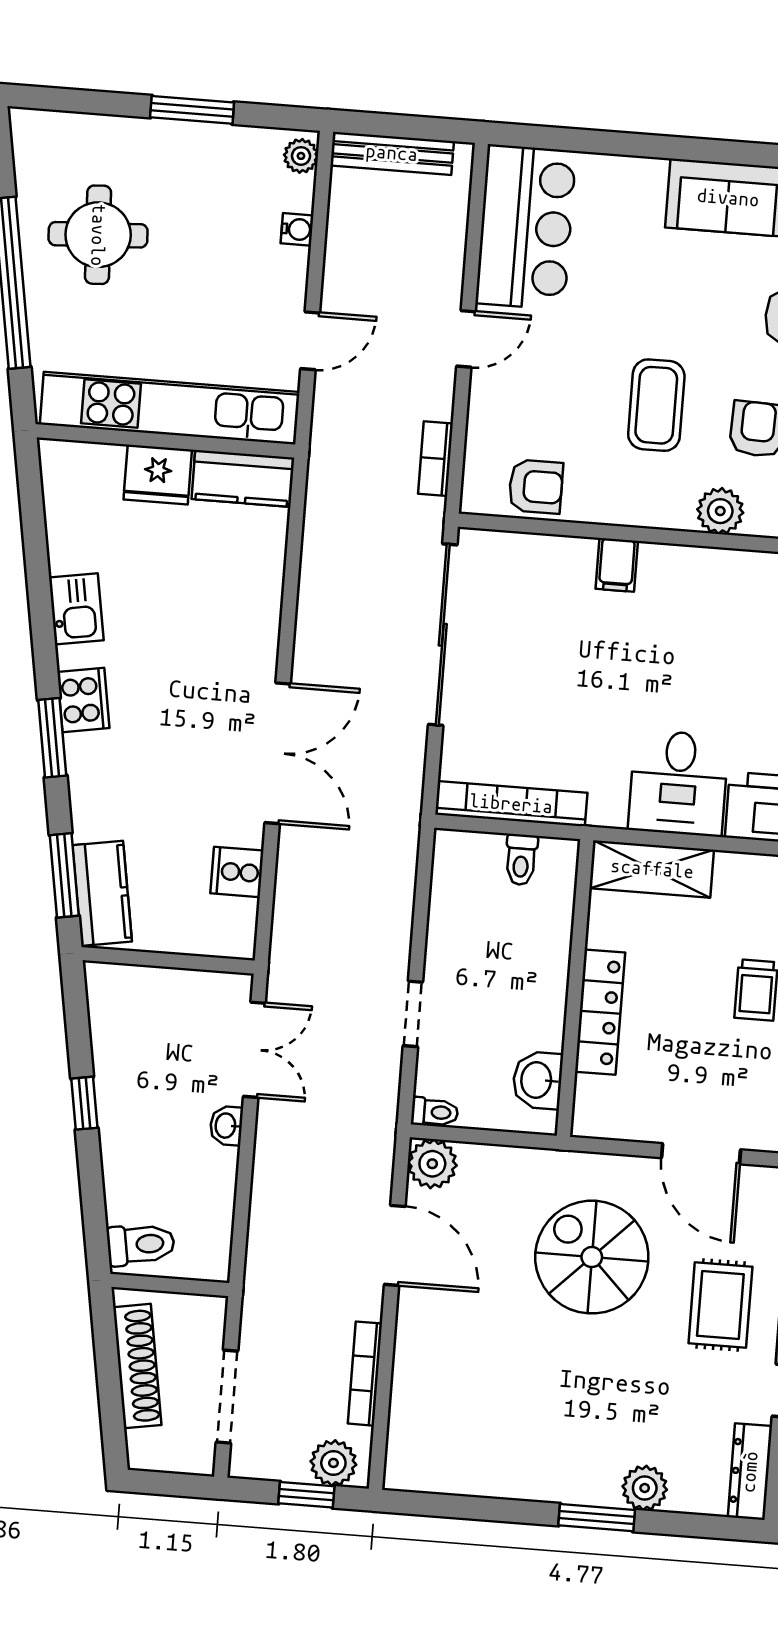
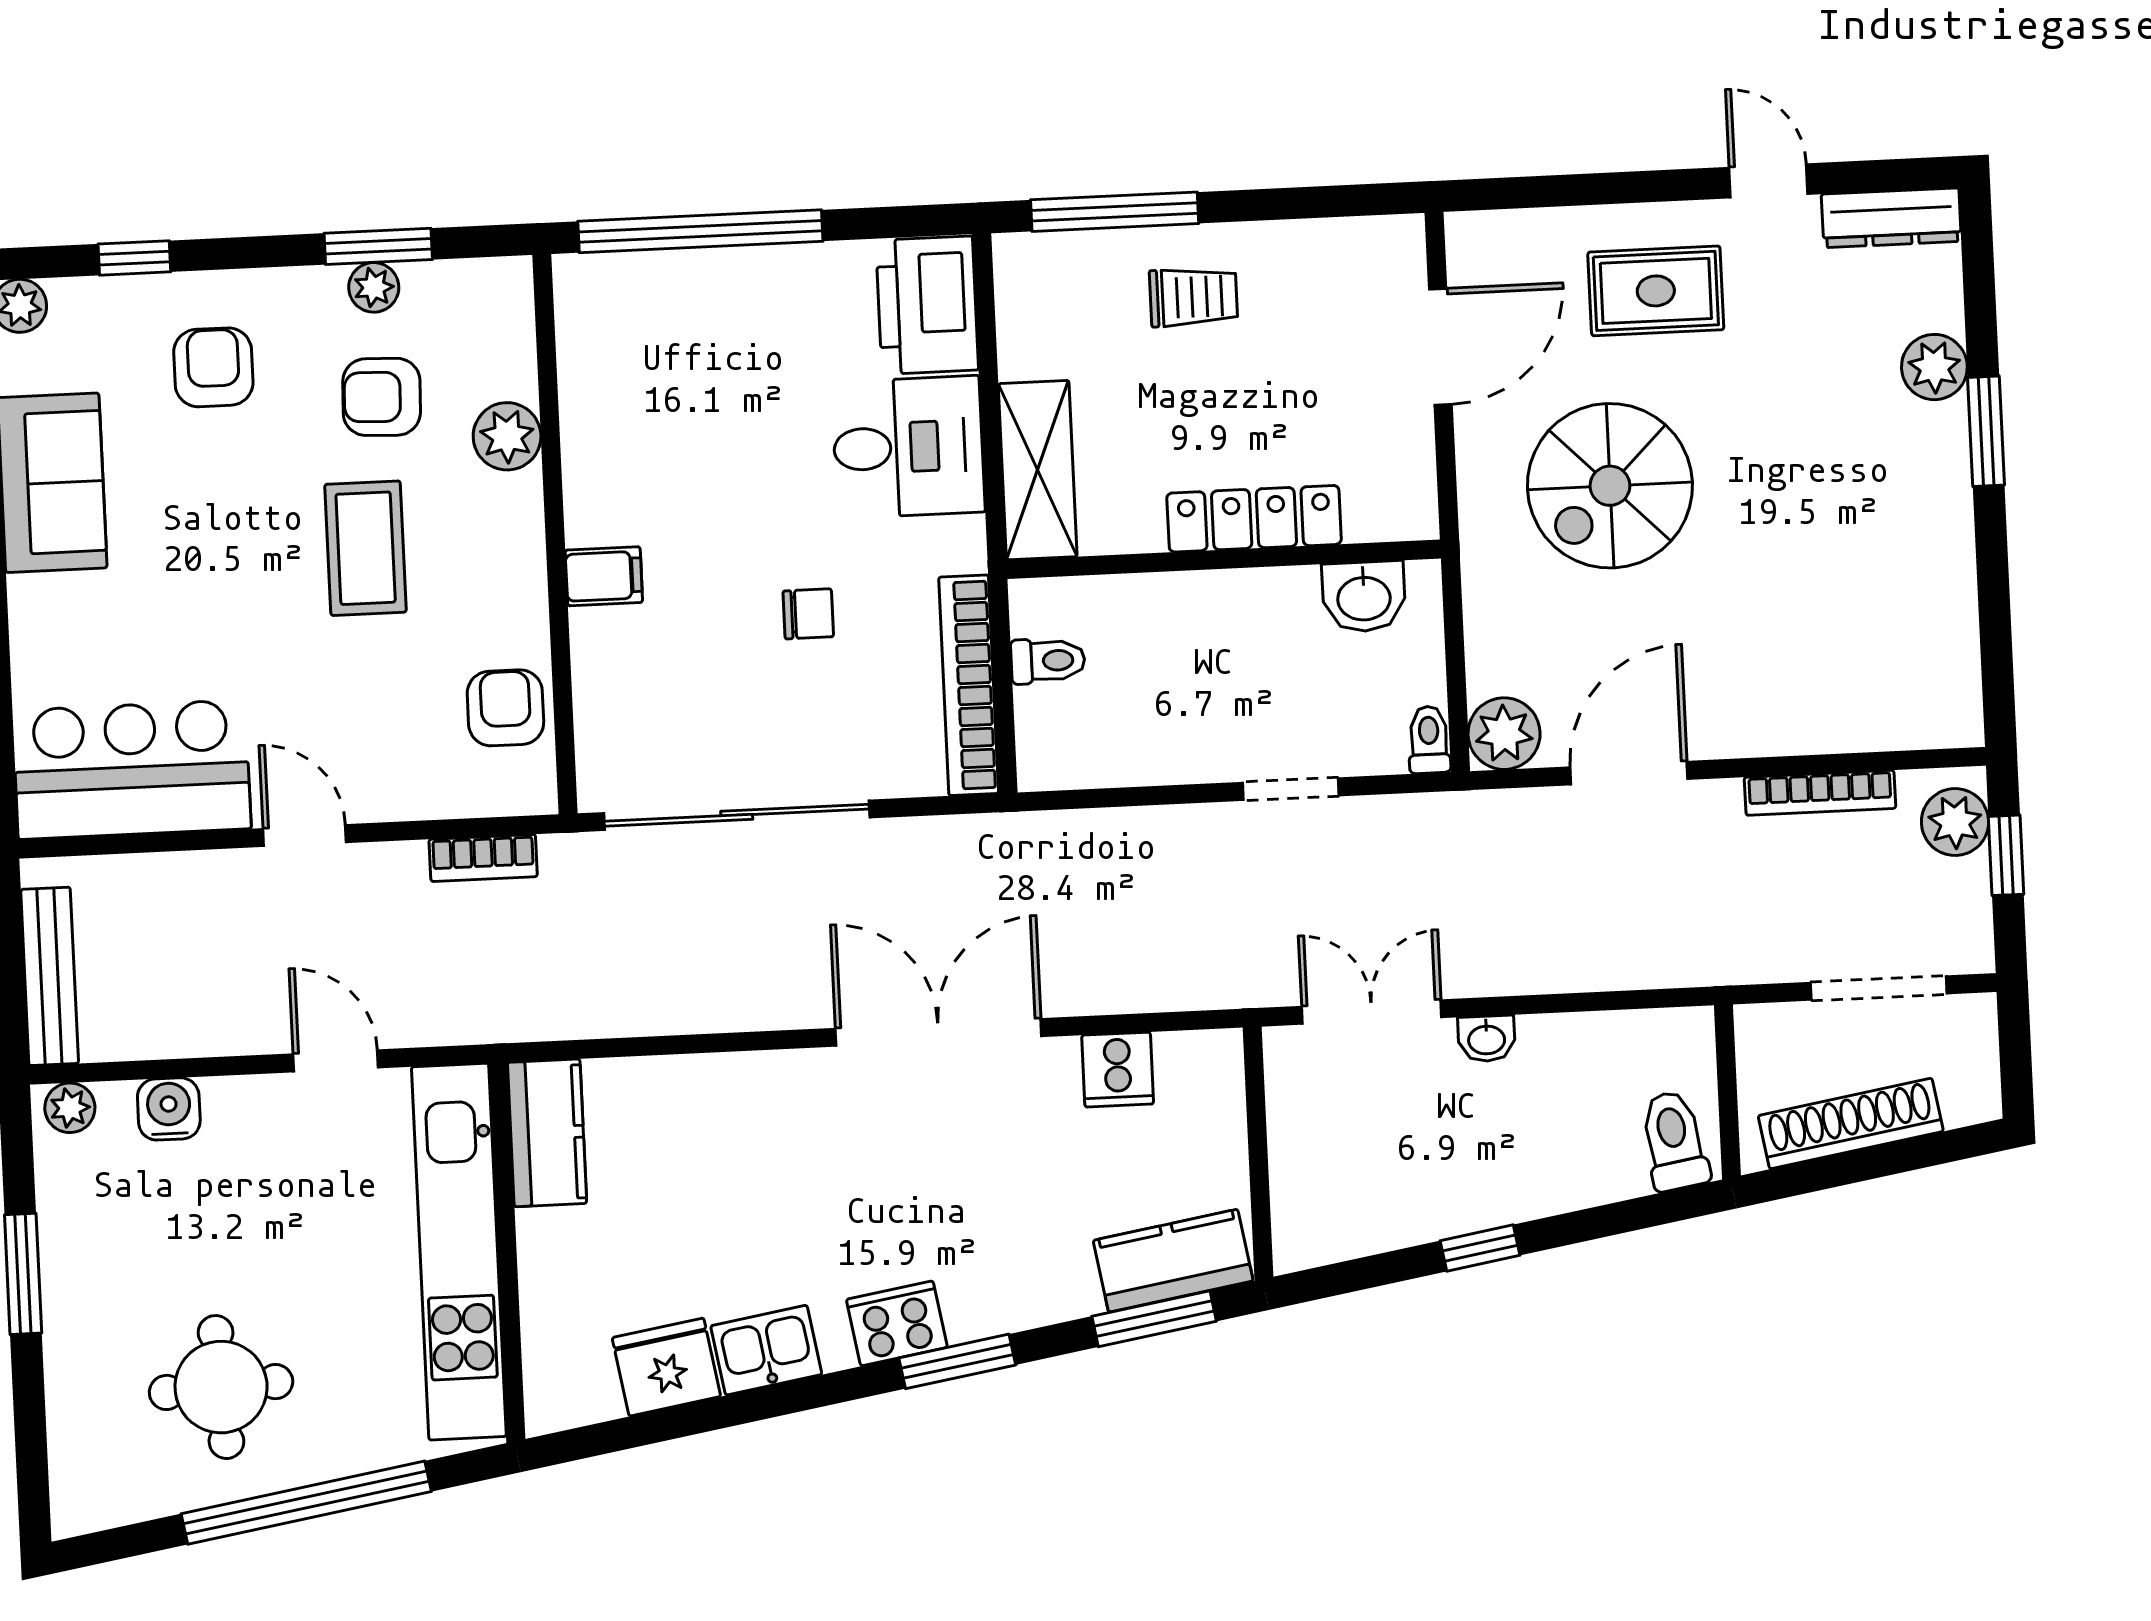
water cooler: (297, 229) -> (169, 1109), width x1.38, depth x1.38
coffee table: (656, 405) -> (366, 548), turned 90
fridge: (158, 475) -> (666, 1367), moved, turned -100
chair: (574, 701) -> (808, 614), added

